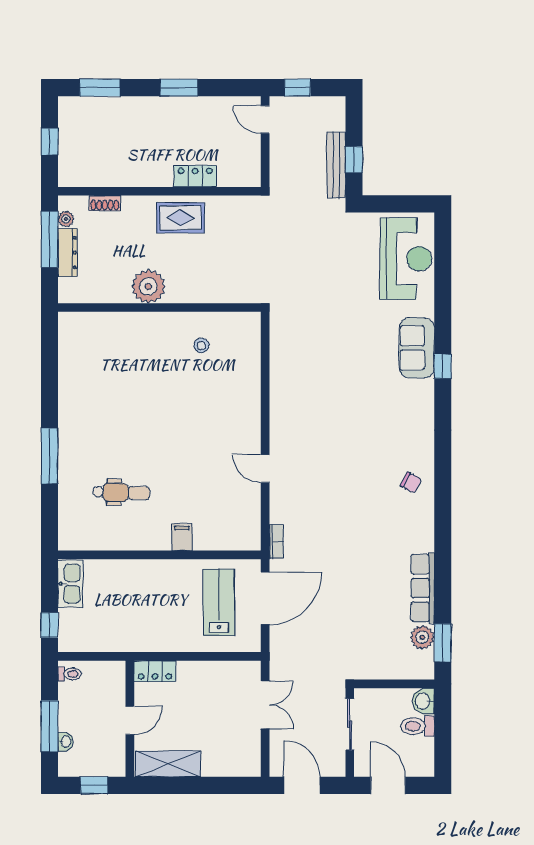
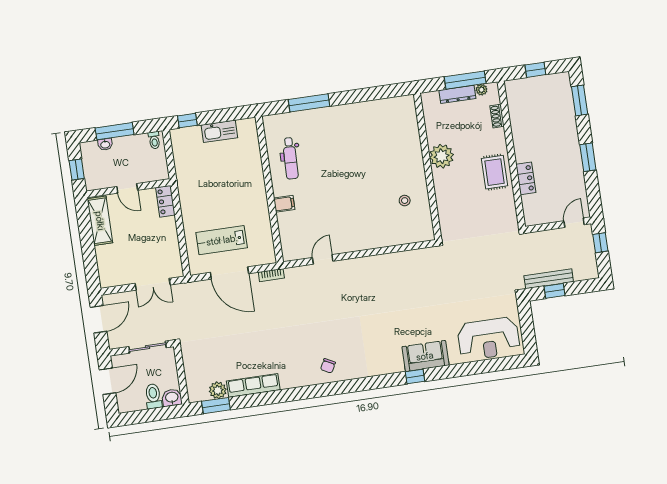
filing cabinet: (182, 537) -> (284, 204), moved
wall: (159, 555) -> (269, 189), moved
lab bench: (219, 602) -> (222, 240), turned 180

